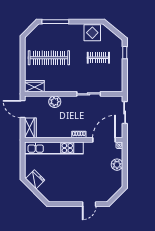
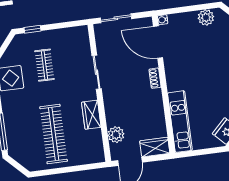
wardrobe: (34, 86) -> (91, 115), moved
plant: (55, 102) -> (116, 135), moved
kitchen unit: (54, 148) -> (180, 122), width x0.73
plant: (117, 165) -> (206, 17), moved

